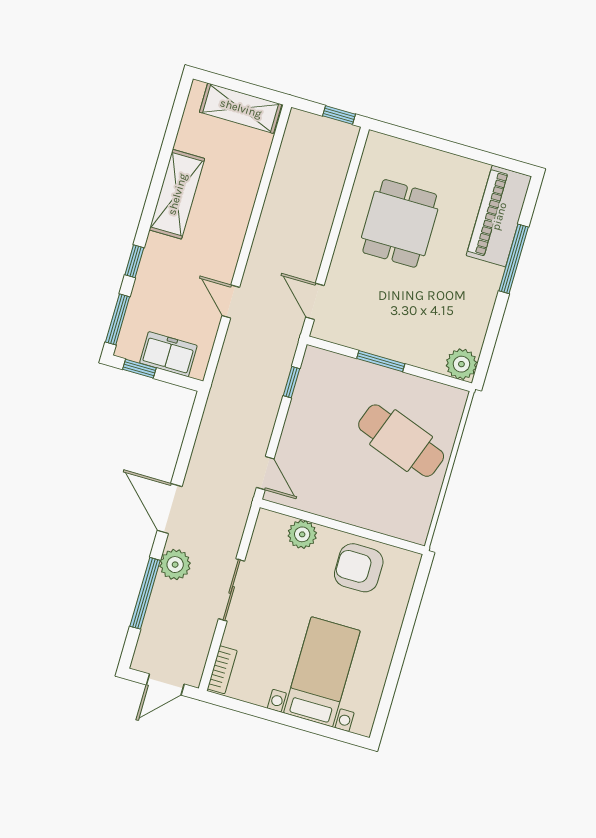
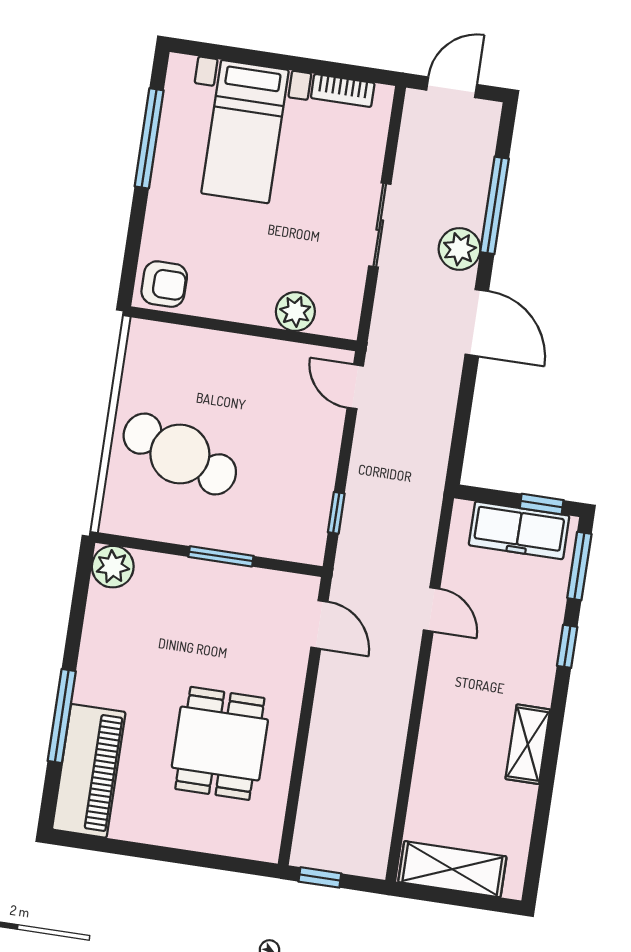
shelving: (177, 194) -> (528, 744), width x0.67, depth x0.75
freezer: (168, 354) -> (519, 530), width x1.40
armchair: (359, 568) -> (164, 284), moved, width x0.72, depth x0.72
bookcase: (222, 670) -> (343, 90), moved, turned -90
window: (393, 676) -> (149, 138), added

